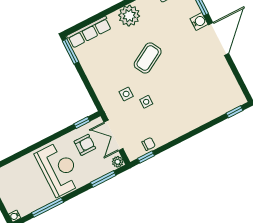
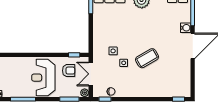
coffee table: (148, 58) -> (147, 58), moved
reception desk: (59, 169) -> (43, 78), turned 180

